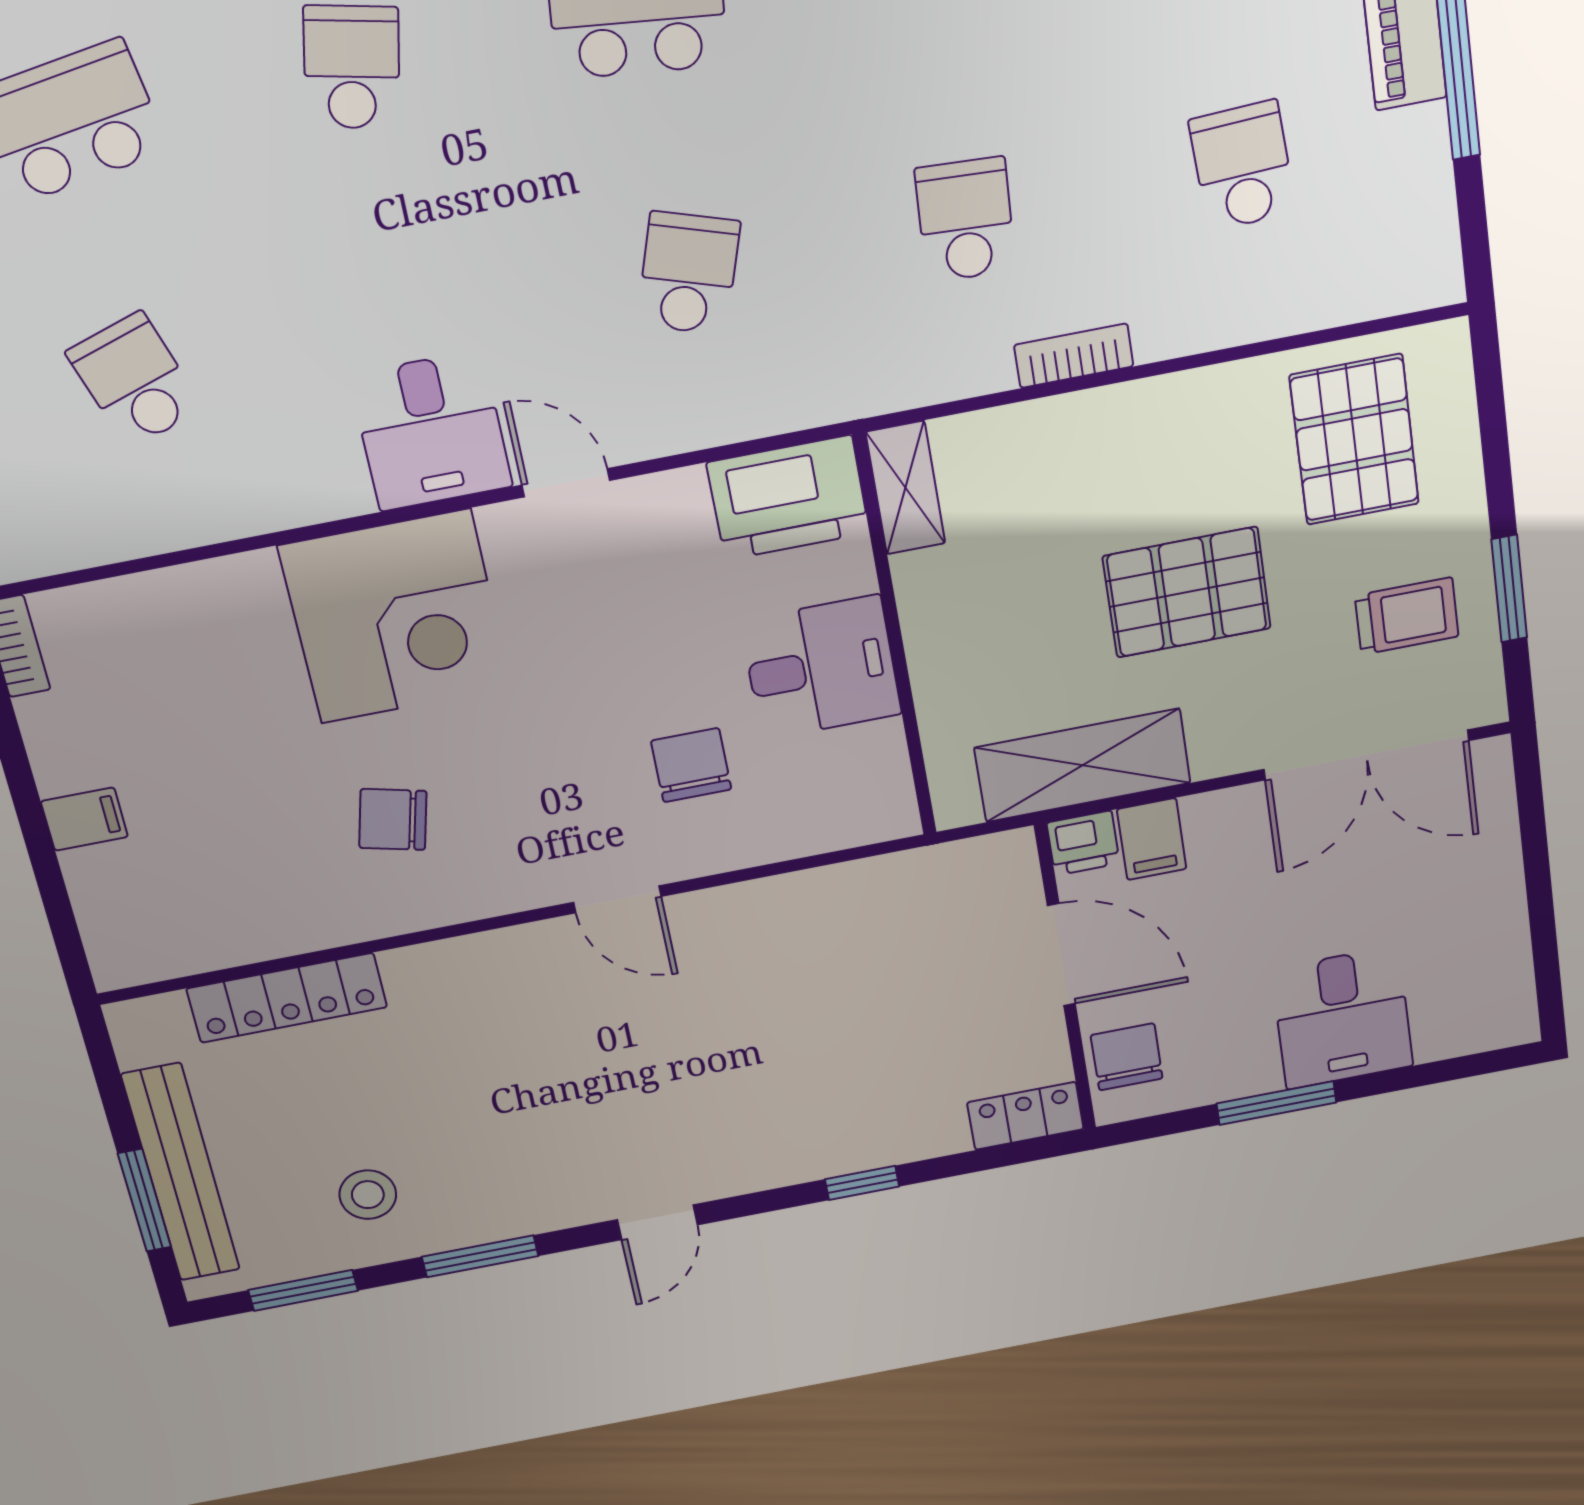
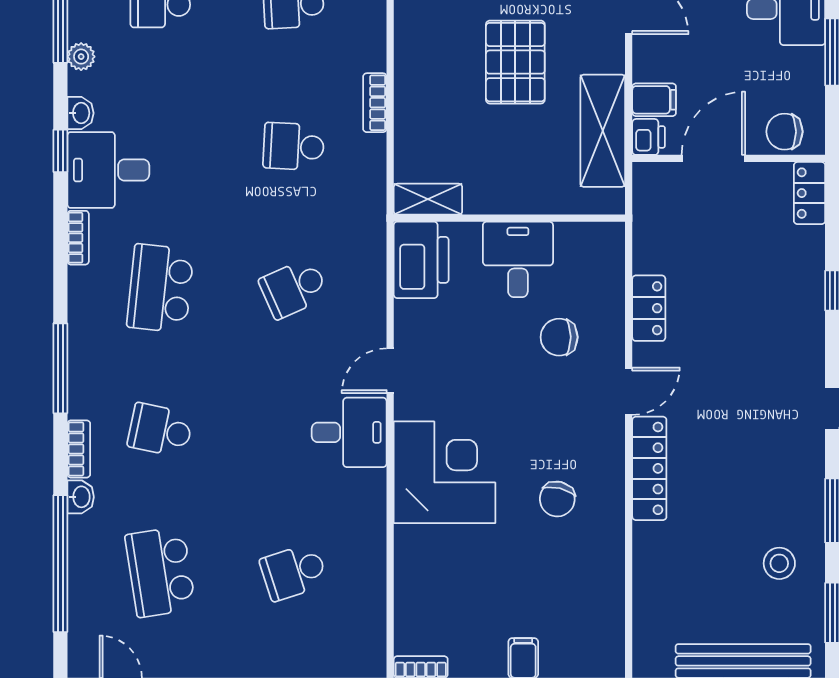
school desk: (688, 273) -> (294, 288), turned -42
locker: (774, 903) -> (649, 308), added
locker: (287, 998) -> (649, 468), moved

